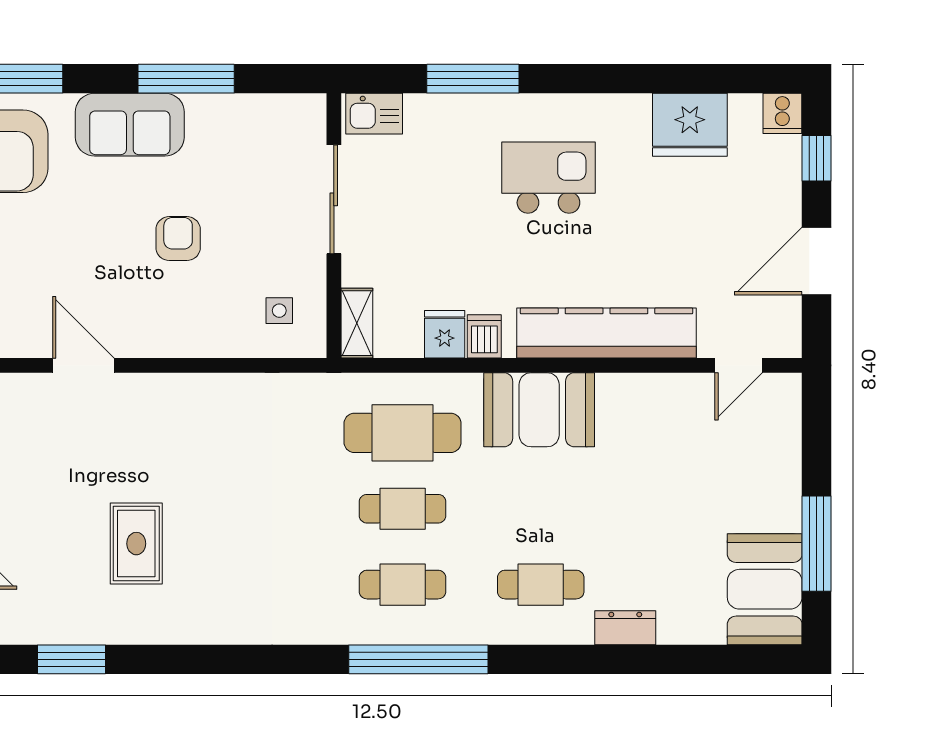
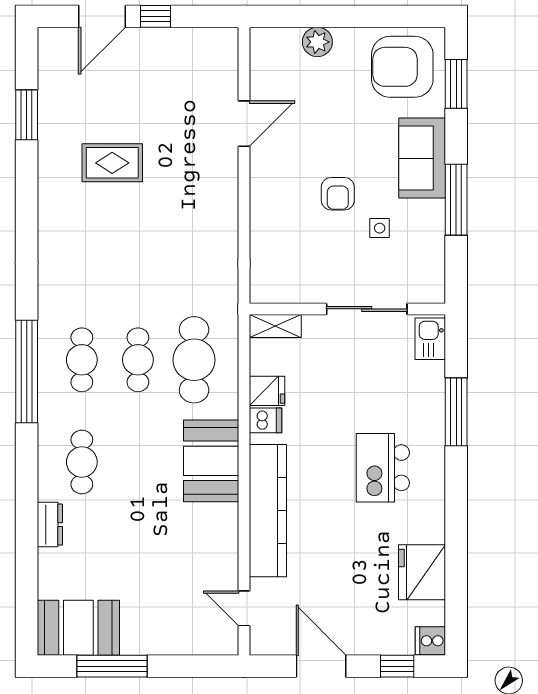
kitchen island: (548, 178) -> (383, 468), turned 180
armchair: (178, 239) -> (338, 194), turned 90
side table: (279, 311) -> (380, 228), moved

